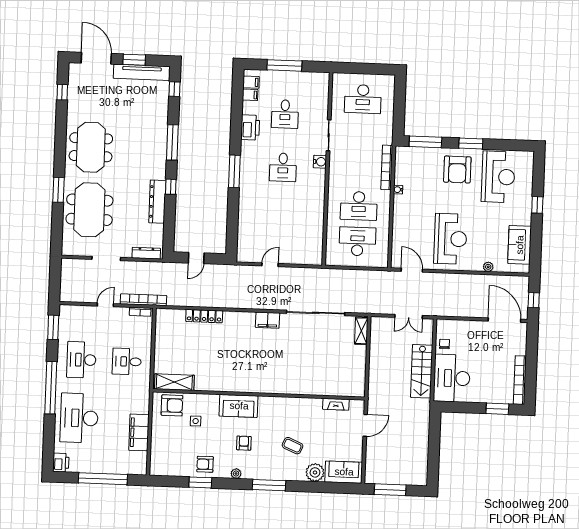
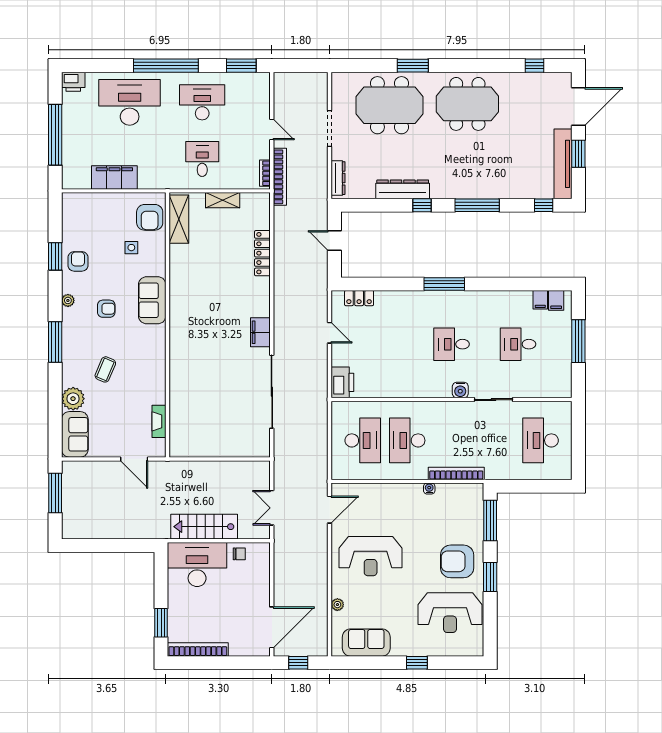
printer: (250, 128) -> (342, 382), moved, turned -90
locker: (243, 240) -> (359, 298), added
shelving: (361, 331) -> (223, 200), moved

